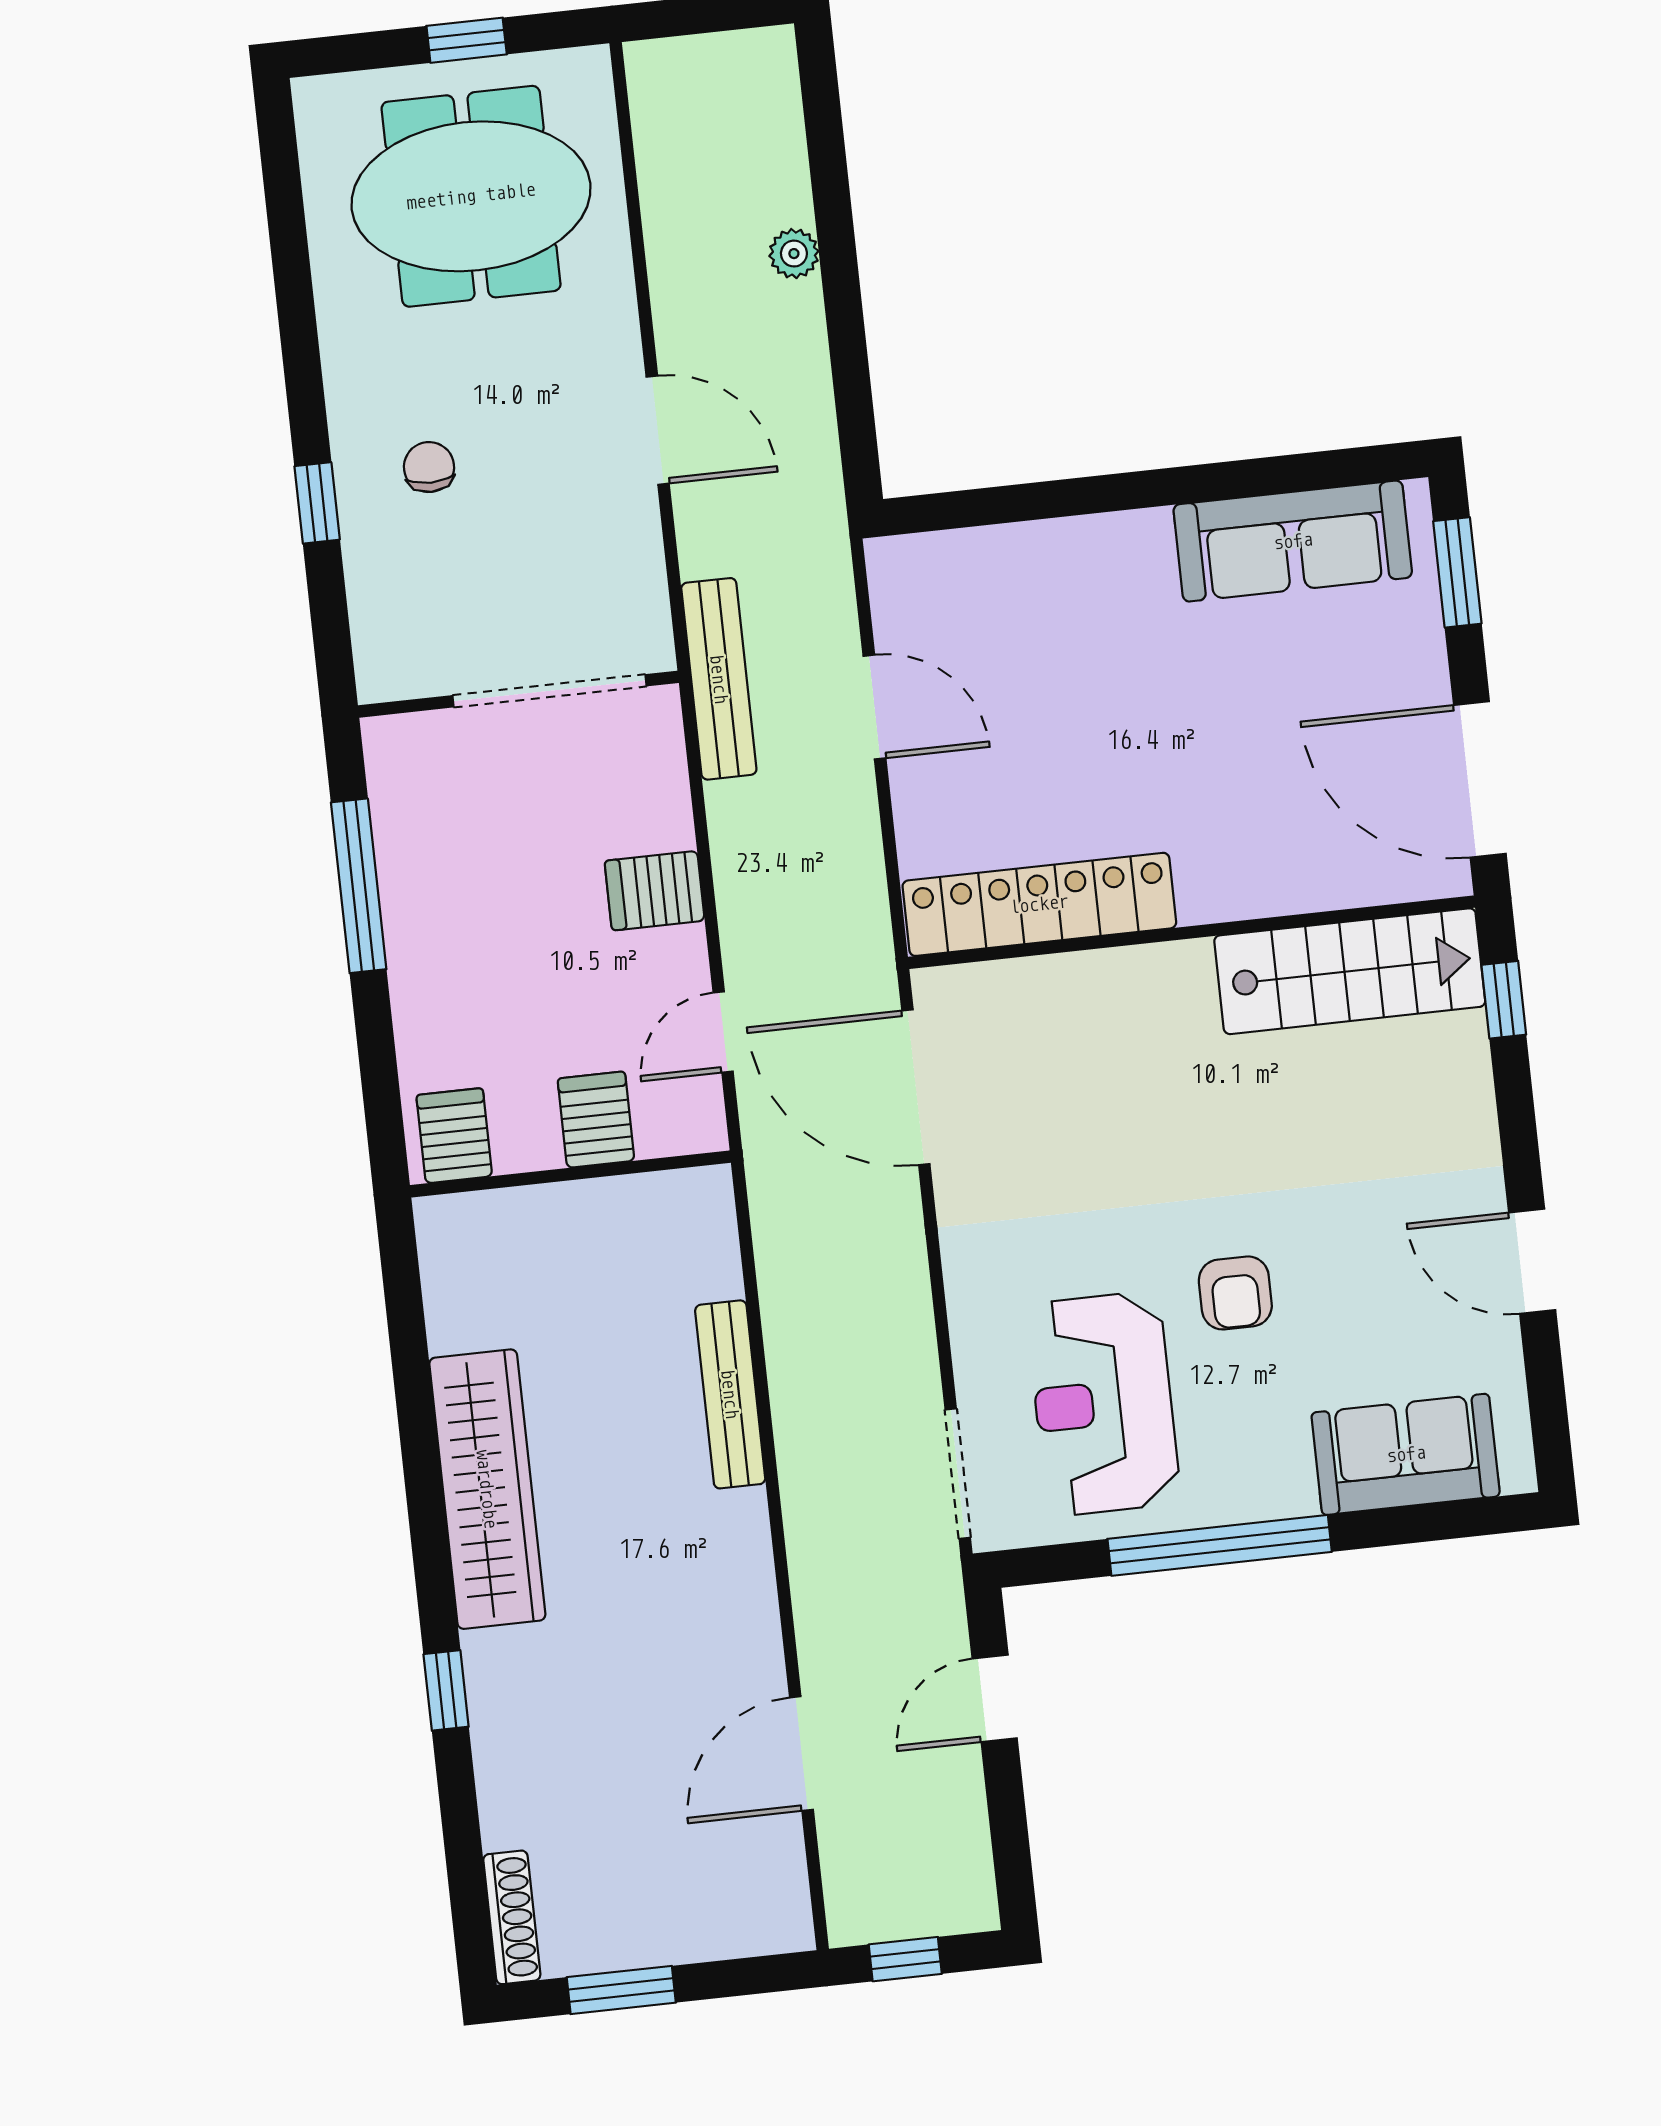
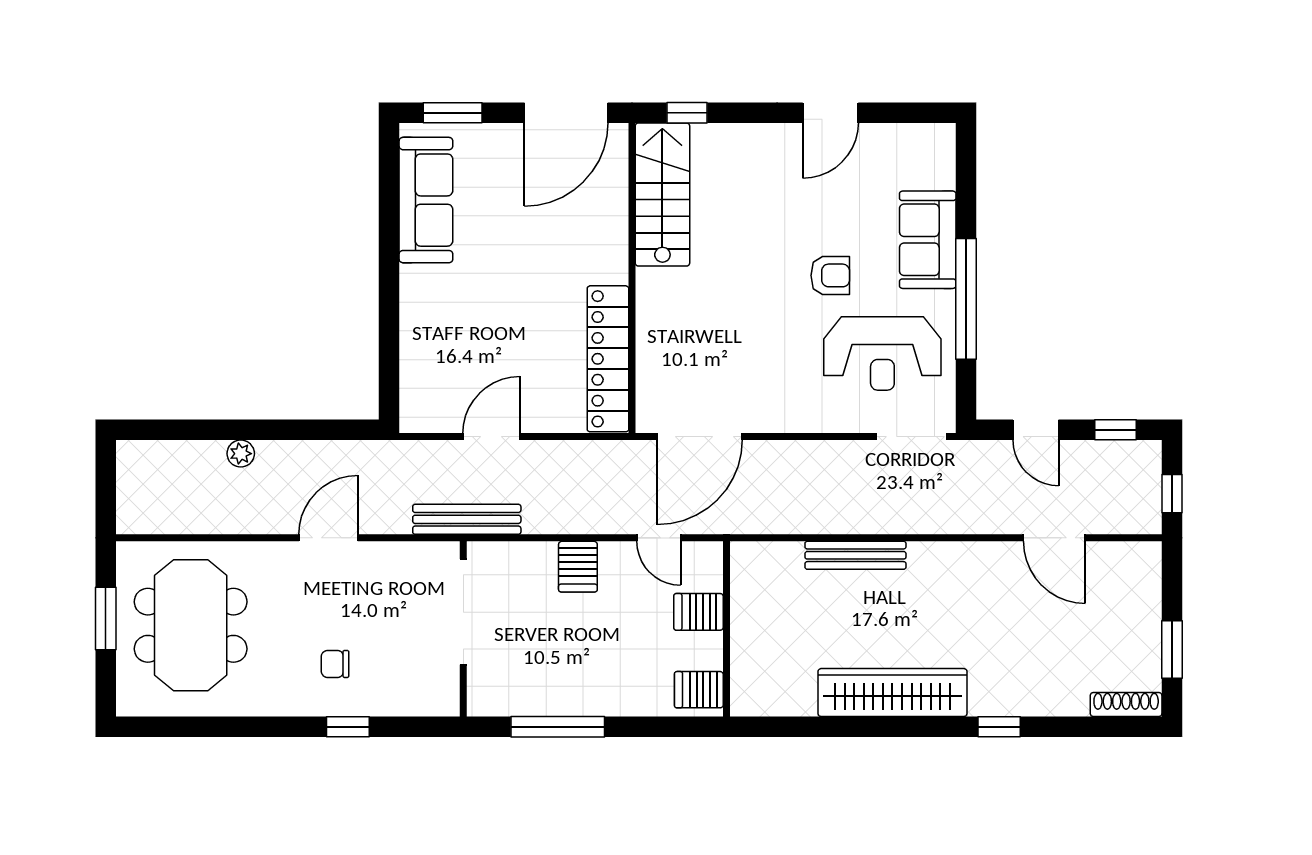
window: (467, 40) -> (106, 618), width x1.50
sofa: (1406, 1454) -> (928, 240), moved
window: (1010, 1844) -> (1115, 430), added

